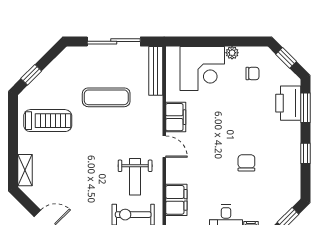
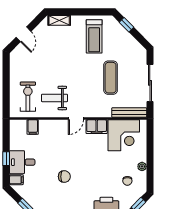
corner desk: (202, 69) -> (124, 135), moved, turned -90
filing cabinet: (176, 200) -> (33, 127), width x0.50

